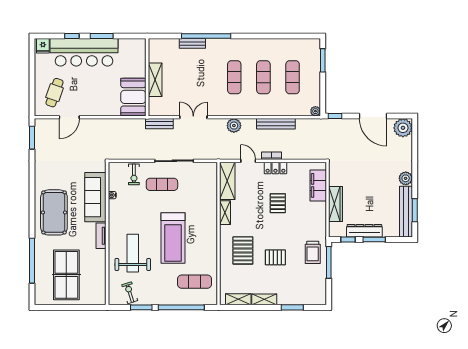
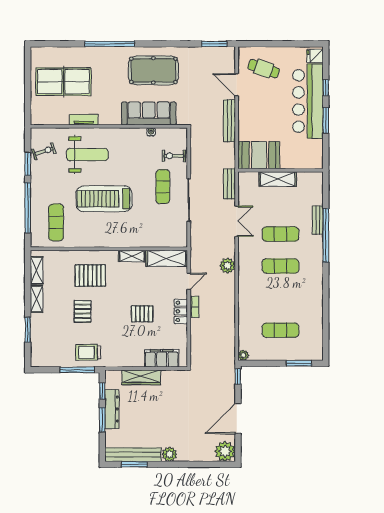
exercise mat: (263, 77) -> (281, 234), moved
bench: (276, 124) -> (229, 121), moved
pool table: (54, 212) -> (153, 70), moved
tv unit: (101, 236) -> (84, 120), moved
window: (32, 261) -> (110, 44), moved

